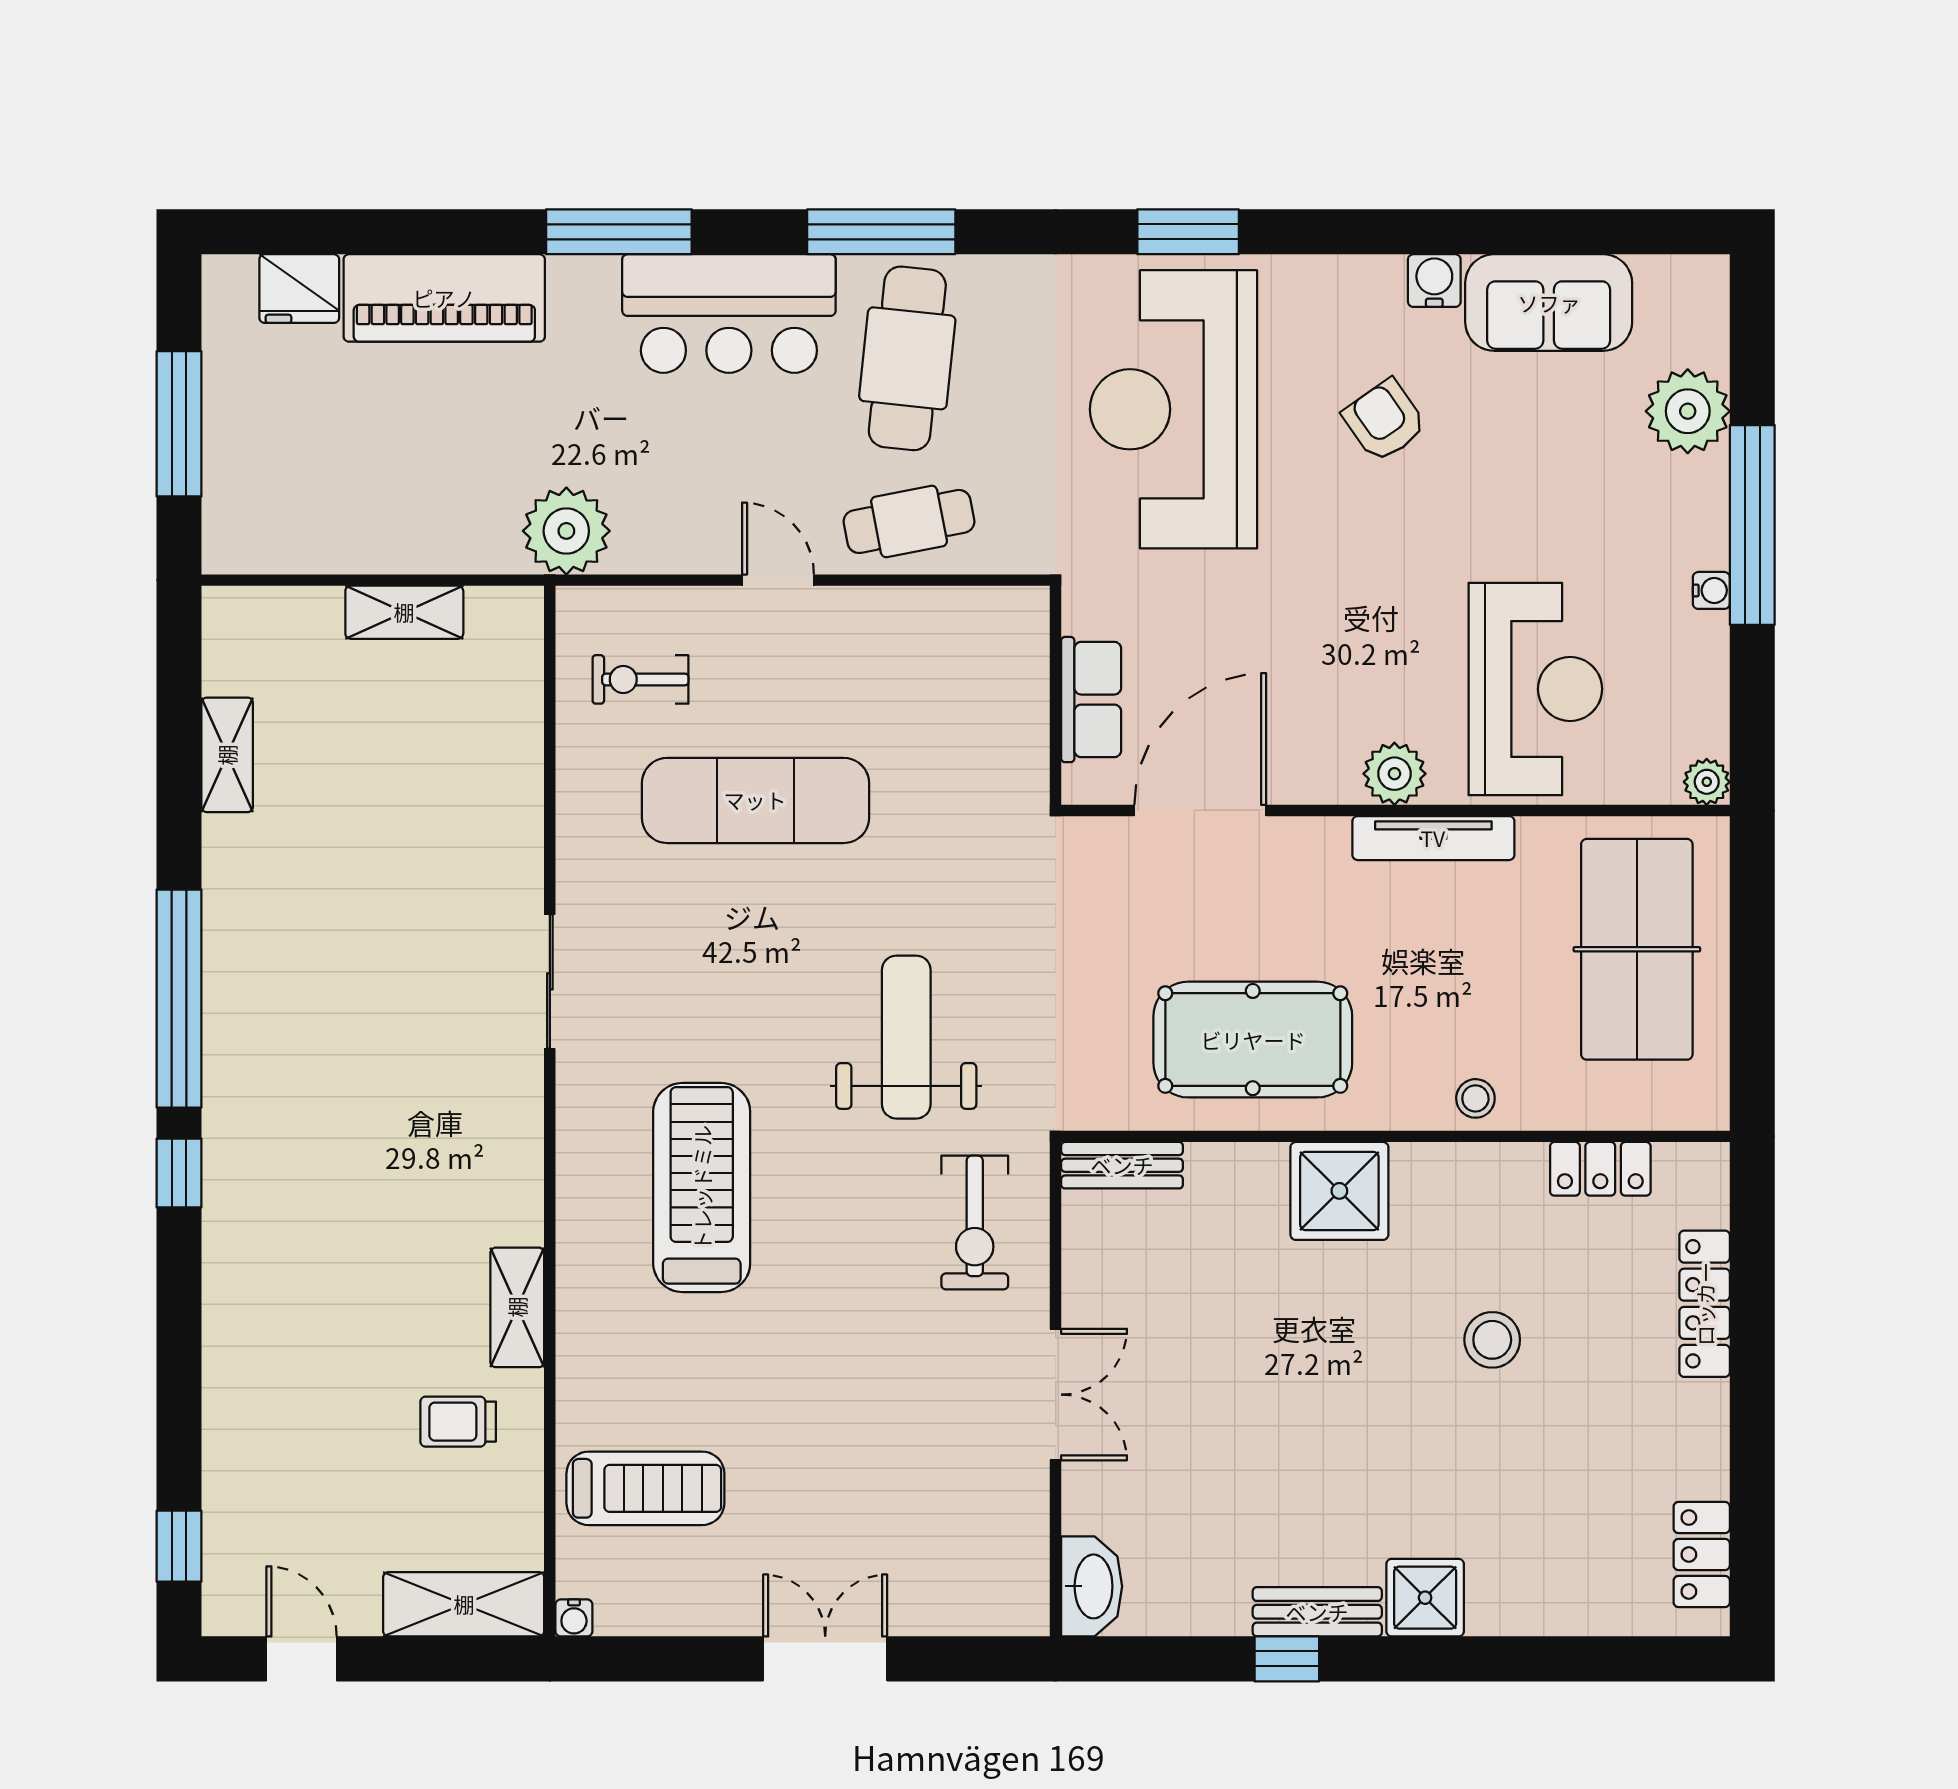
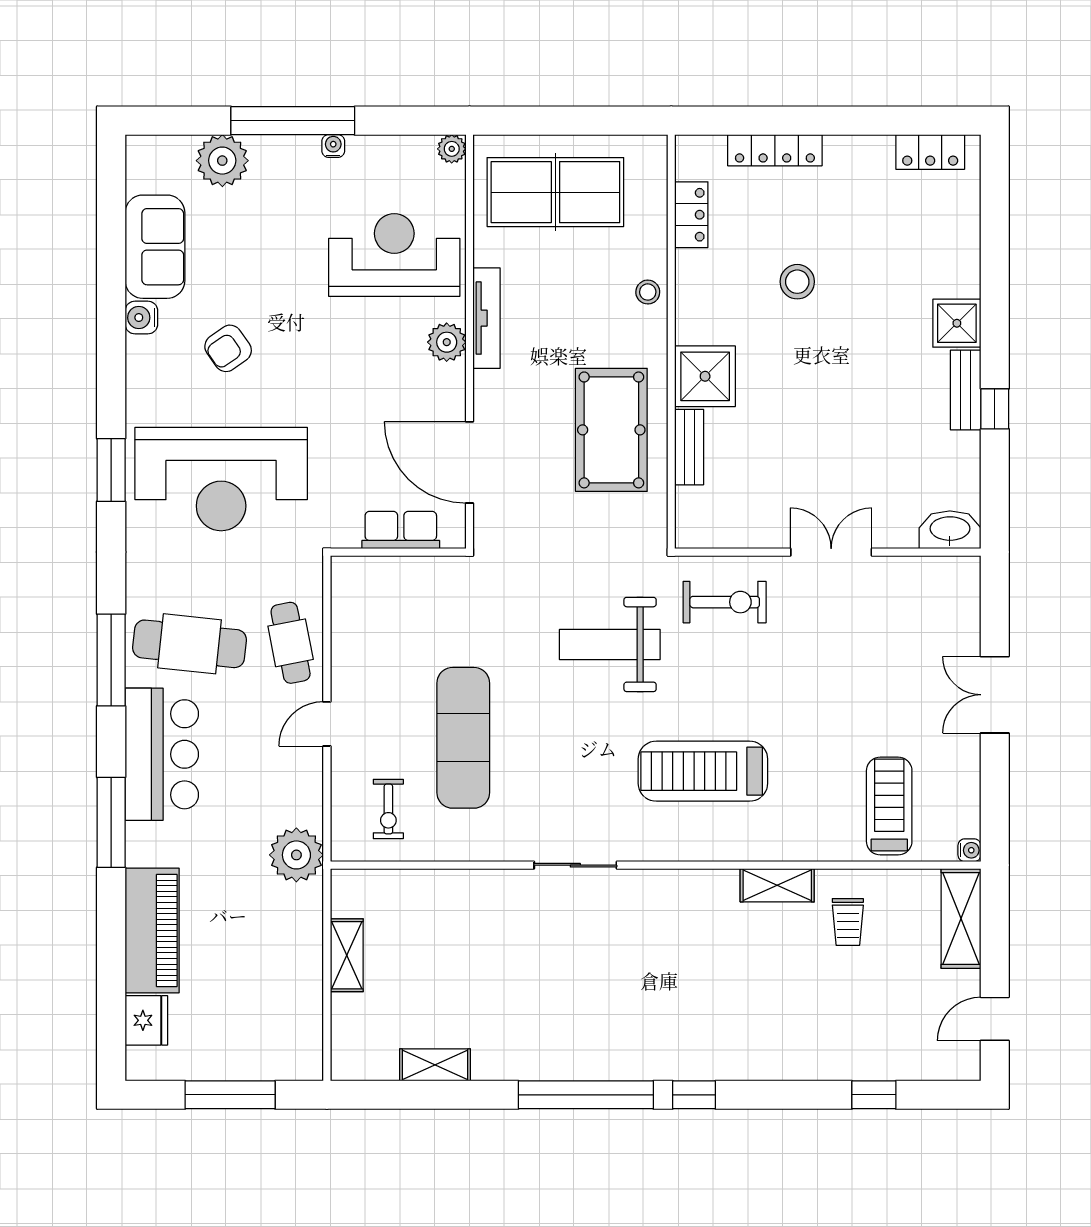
bench: (1122, 1165) -> (689, 447), moved
window: (179, 1546) -> (874, 1095), moved

